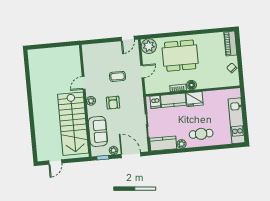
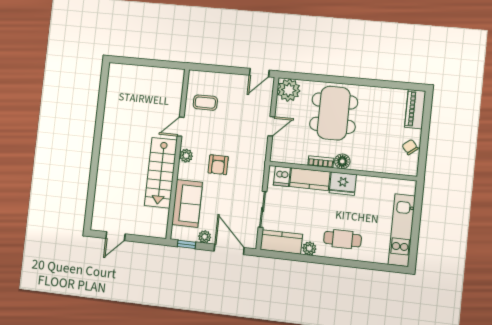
dining table: (180, 56) -> (334, 113), turned 90
coffee table: (117, 76) -> (205, 103), moved
stairs: (73, 124) -> (161, 173), width x0.73, depth x0.66

